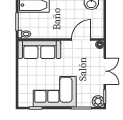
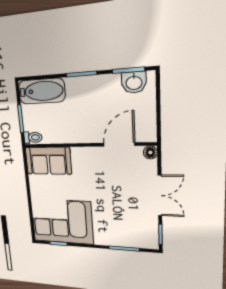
sofa: (39, 50) -> (48, 161), width x0.73
corner sofa: (55, 92) -> (62, 222), moved
plant: (98, 101) -> (150, 241), removed

